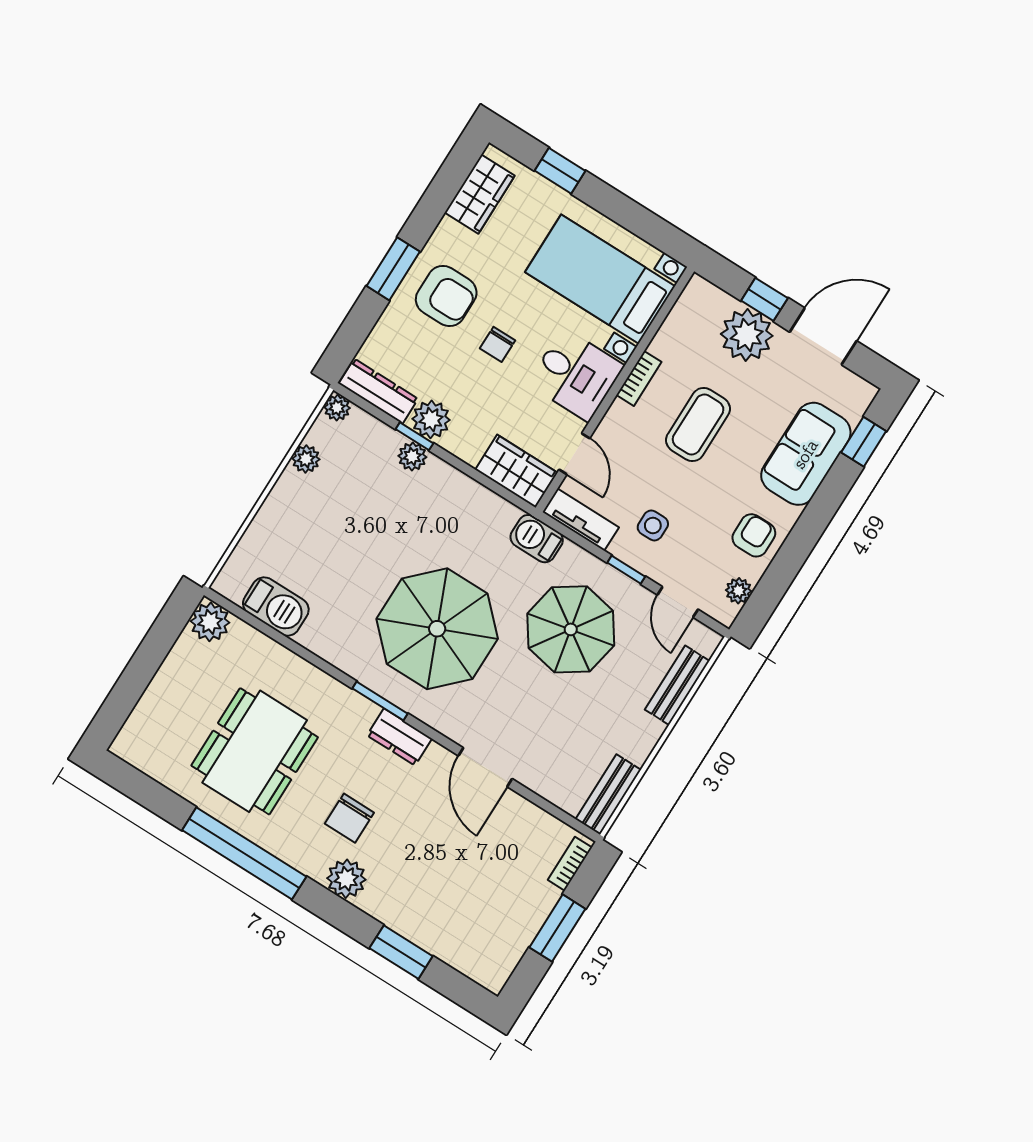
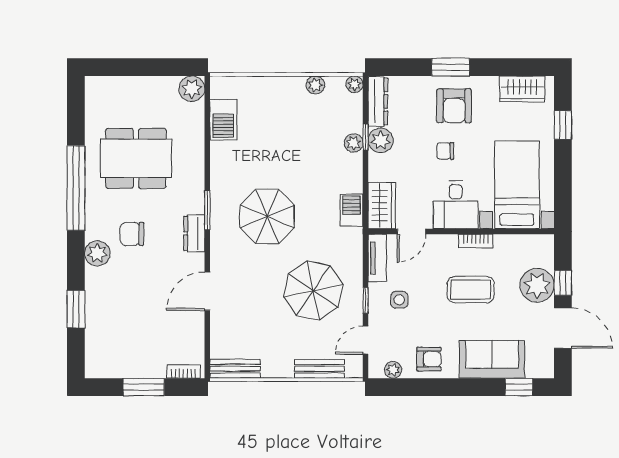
barbecue: (537, 539) -> (352, 210), moved
parasol: (437, 629) -> (267, 217), width x0.73, depth x0.73

